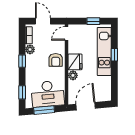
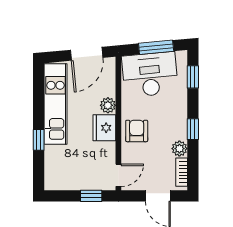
window: (93, 21) -> (91, 196), moved
kitchen unit: (104, 51) -> (56, 104), moved

